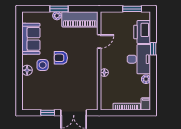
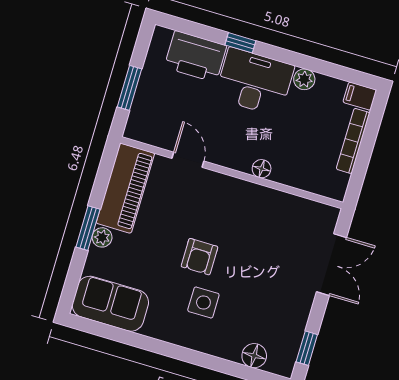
window: (132, 9) -> (129, 88), moved
sofa: (31, 39) -> (110, 304), moved
floor lamp: (27, 70) -> (254, 356), moved
window: (48, 113) -> (307, 348), moved

